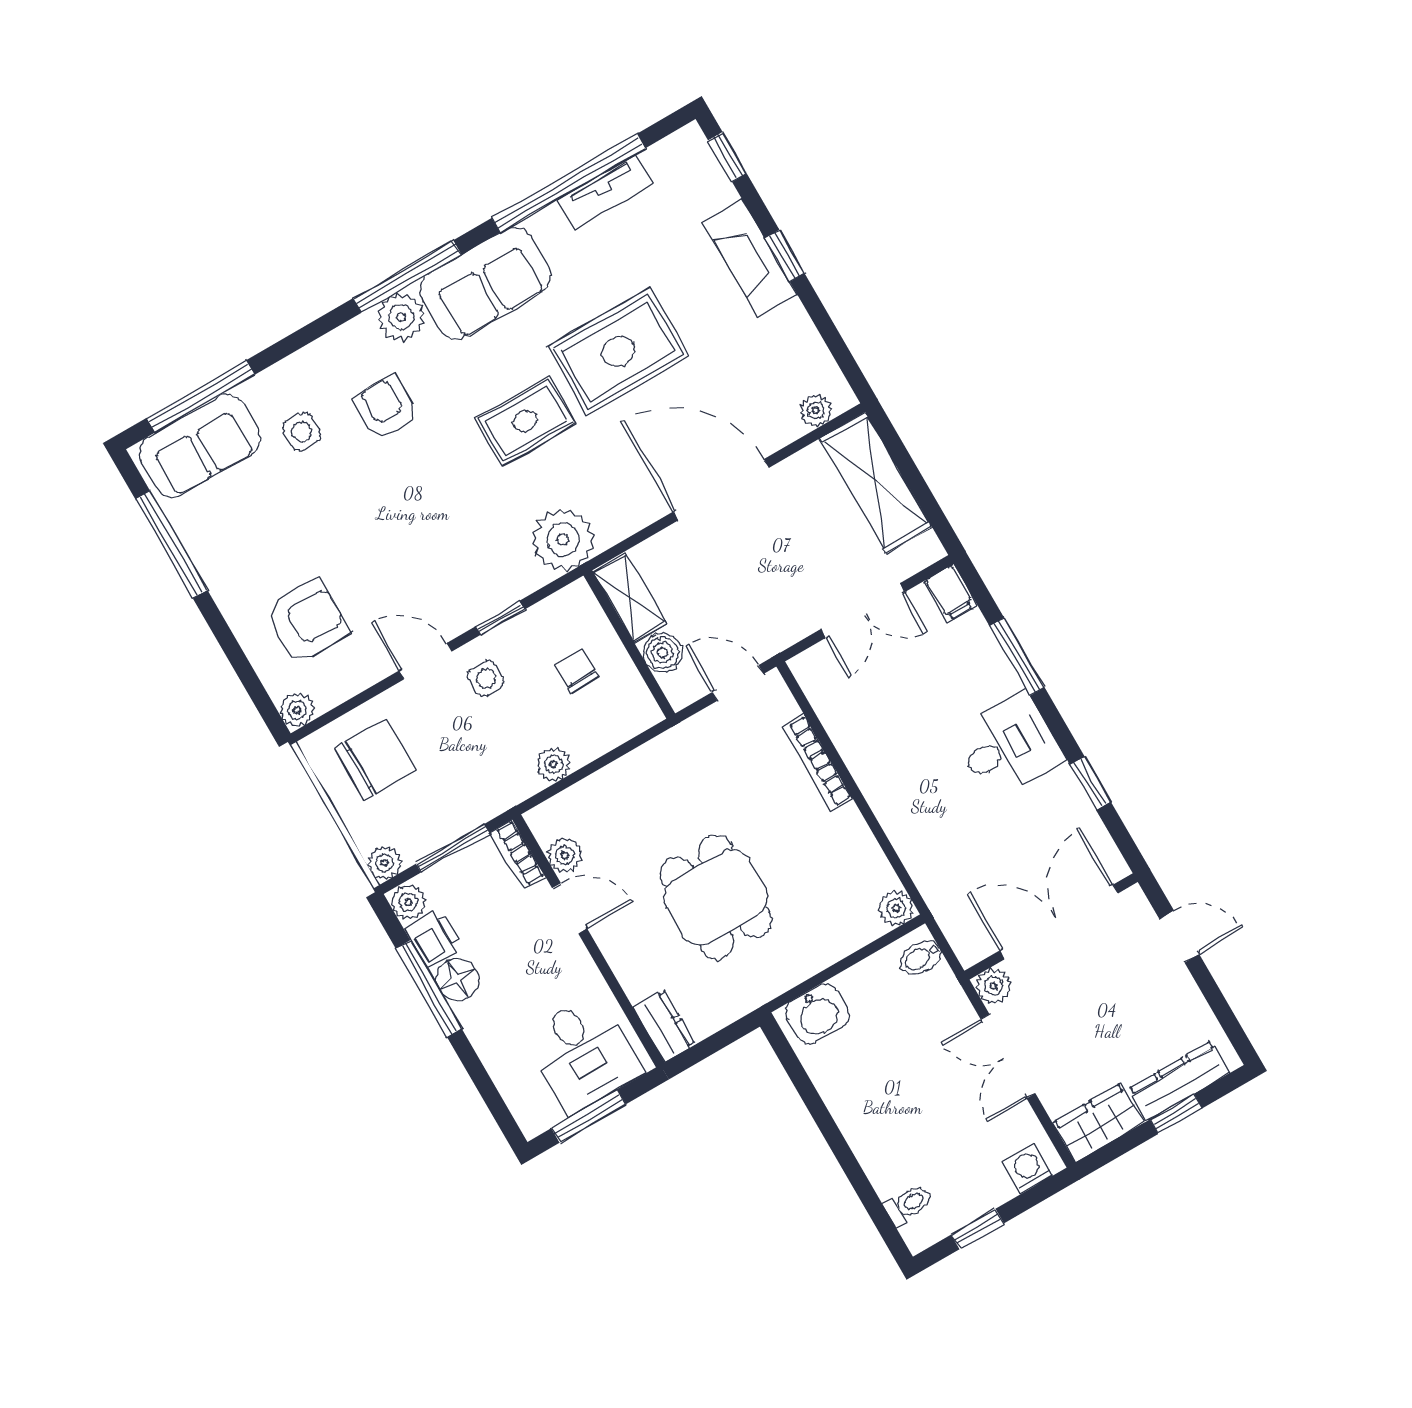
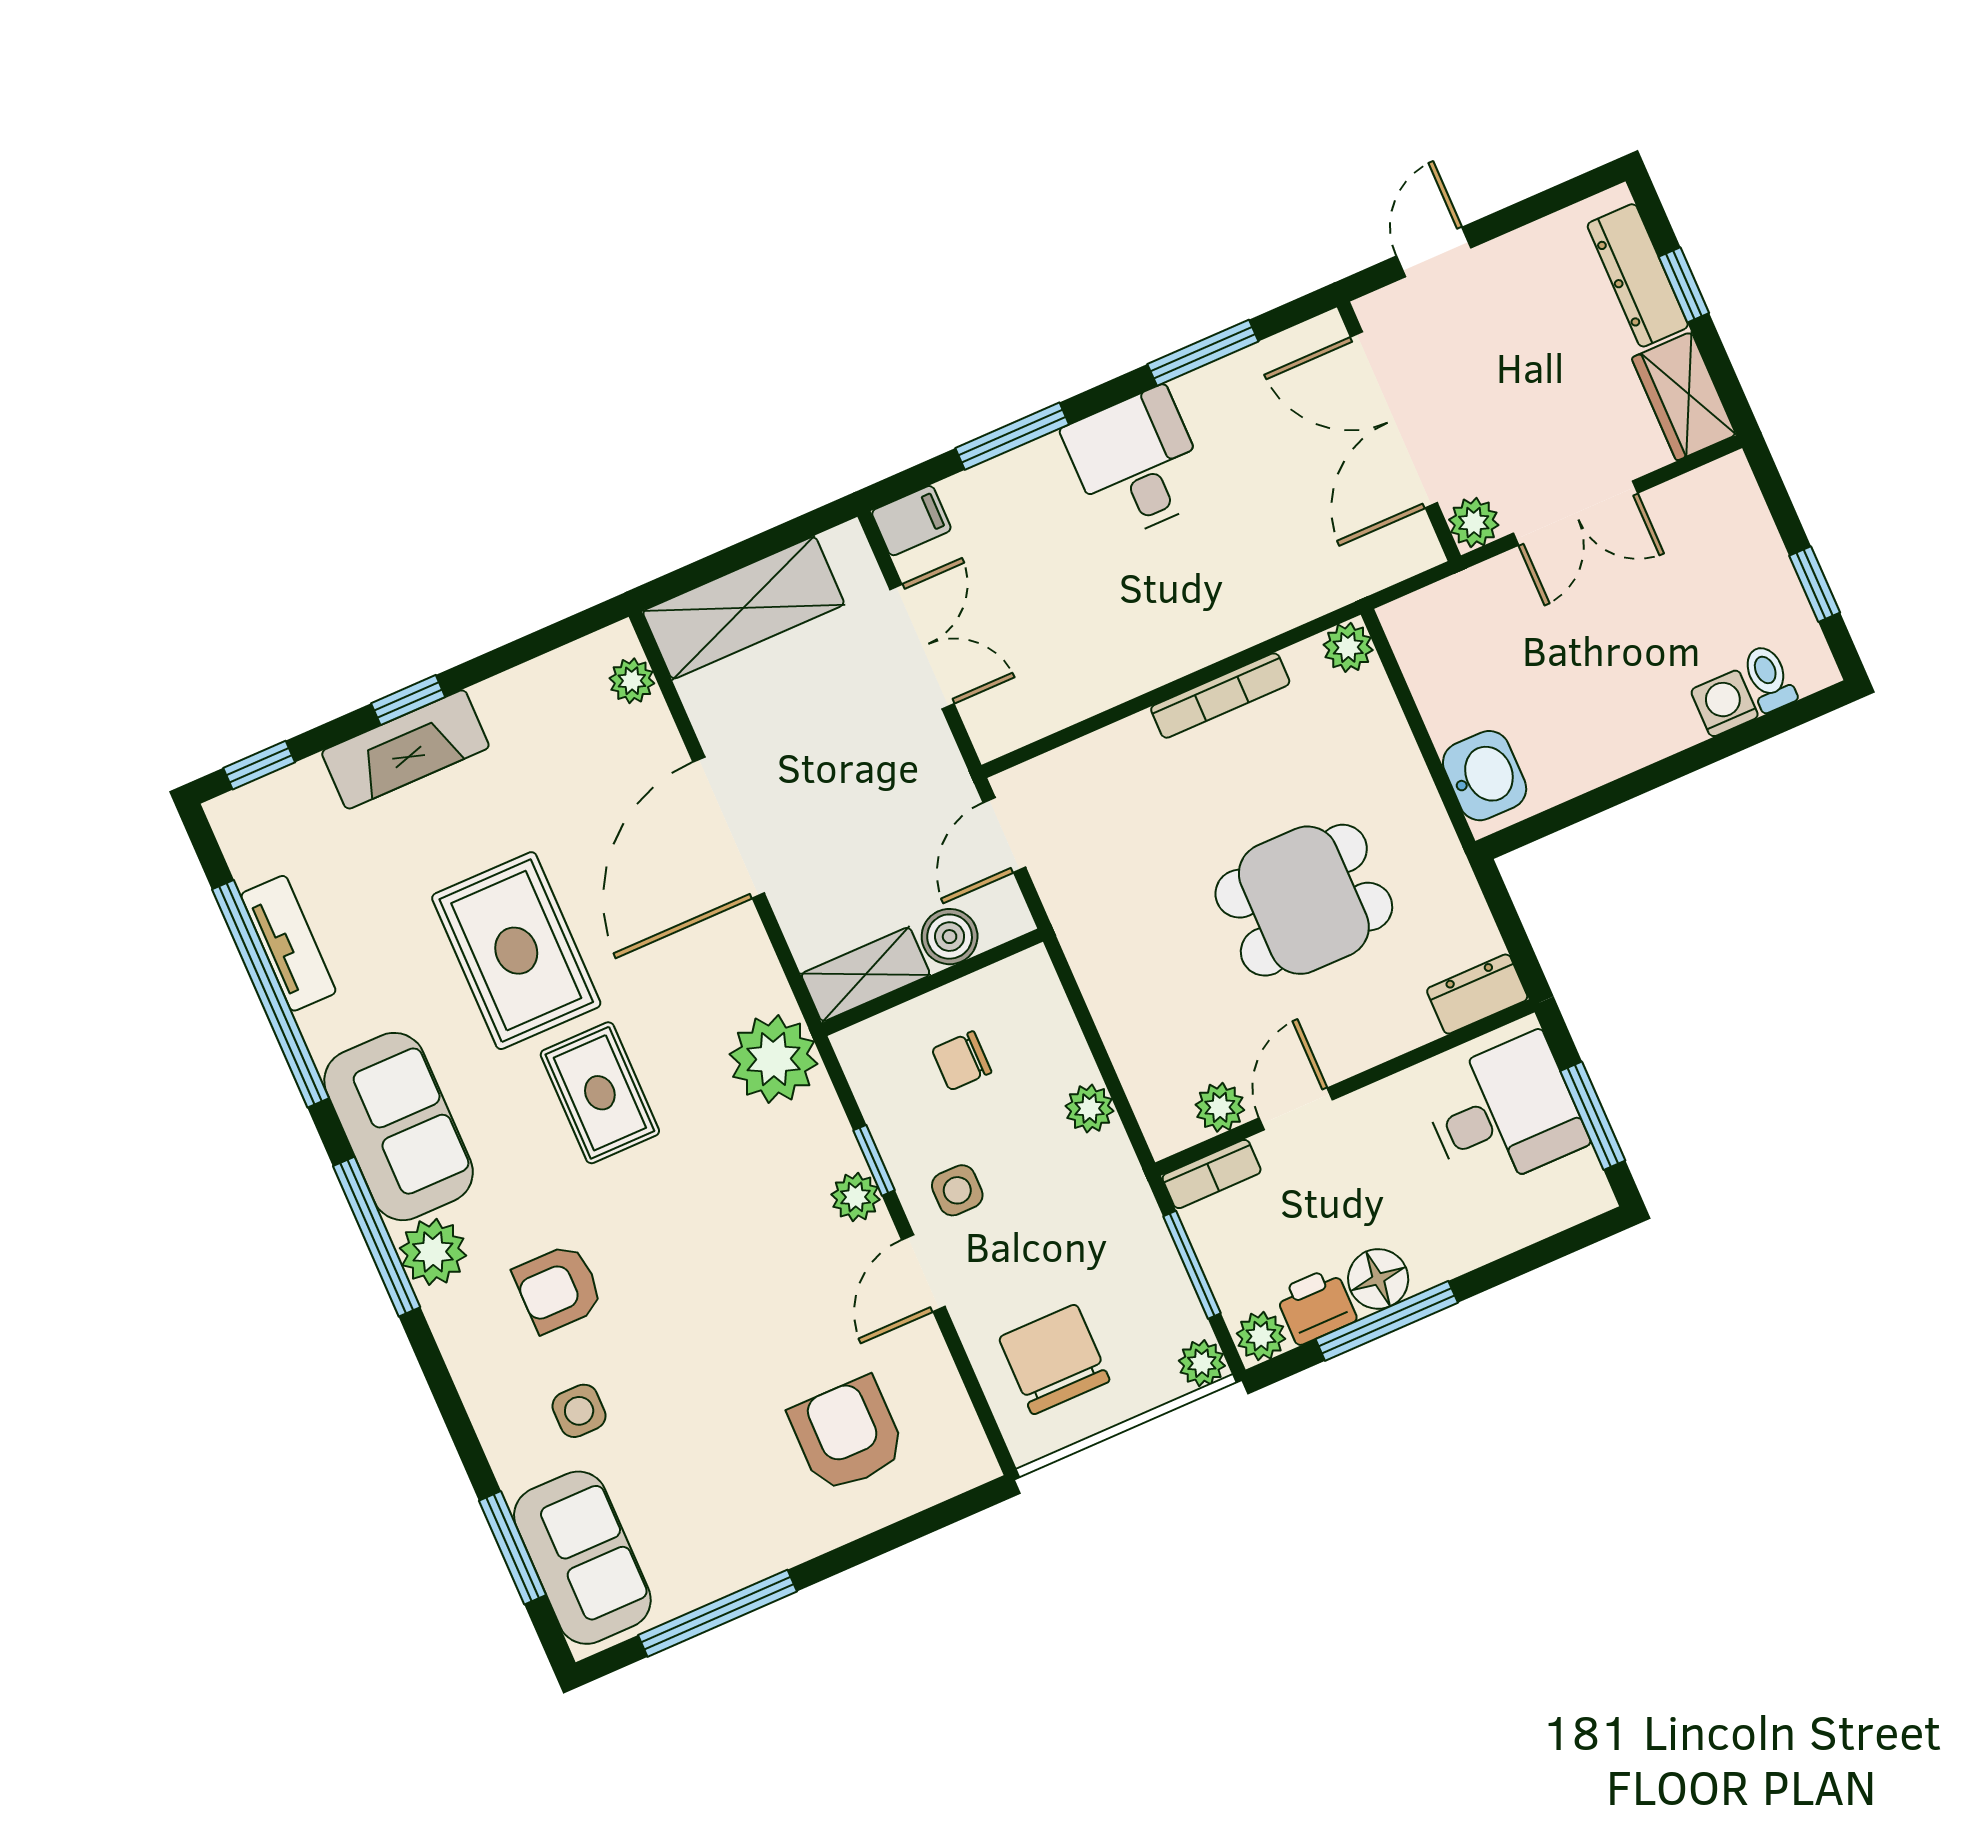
window: (201, 396) -> (513, 1548), width x0.69
plant: (297, 710) -> (855, 1197), moved
bookcase: (818, 762) -> (1220, 696), moved
window: (1090, 783) -> (1203, 353), width x1.50
bidet: (920, 958) -> (1422, 621), removed
washing machine: (1028, 1169) -> (1725, 703), moved, turned 90

